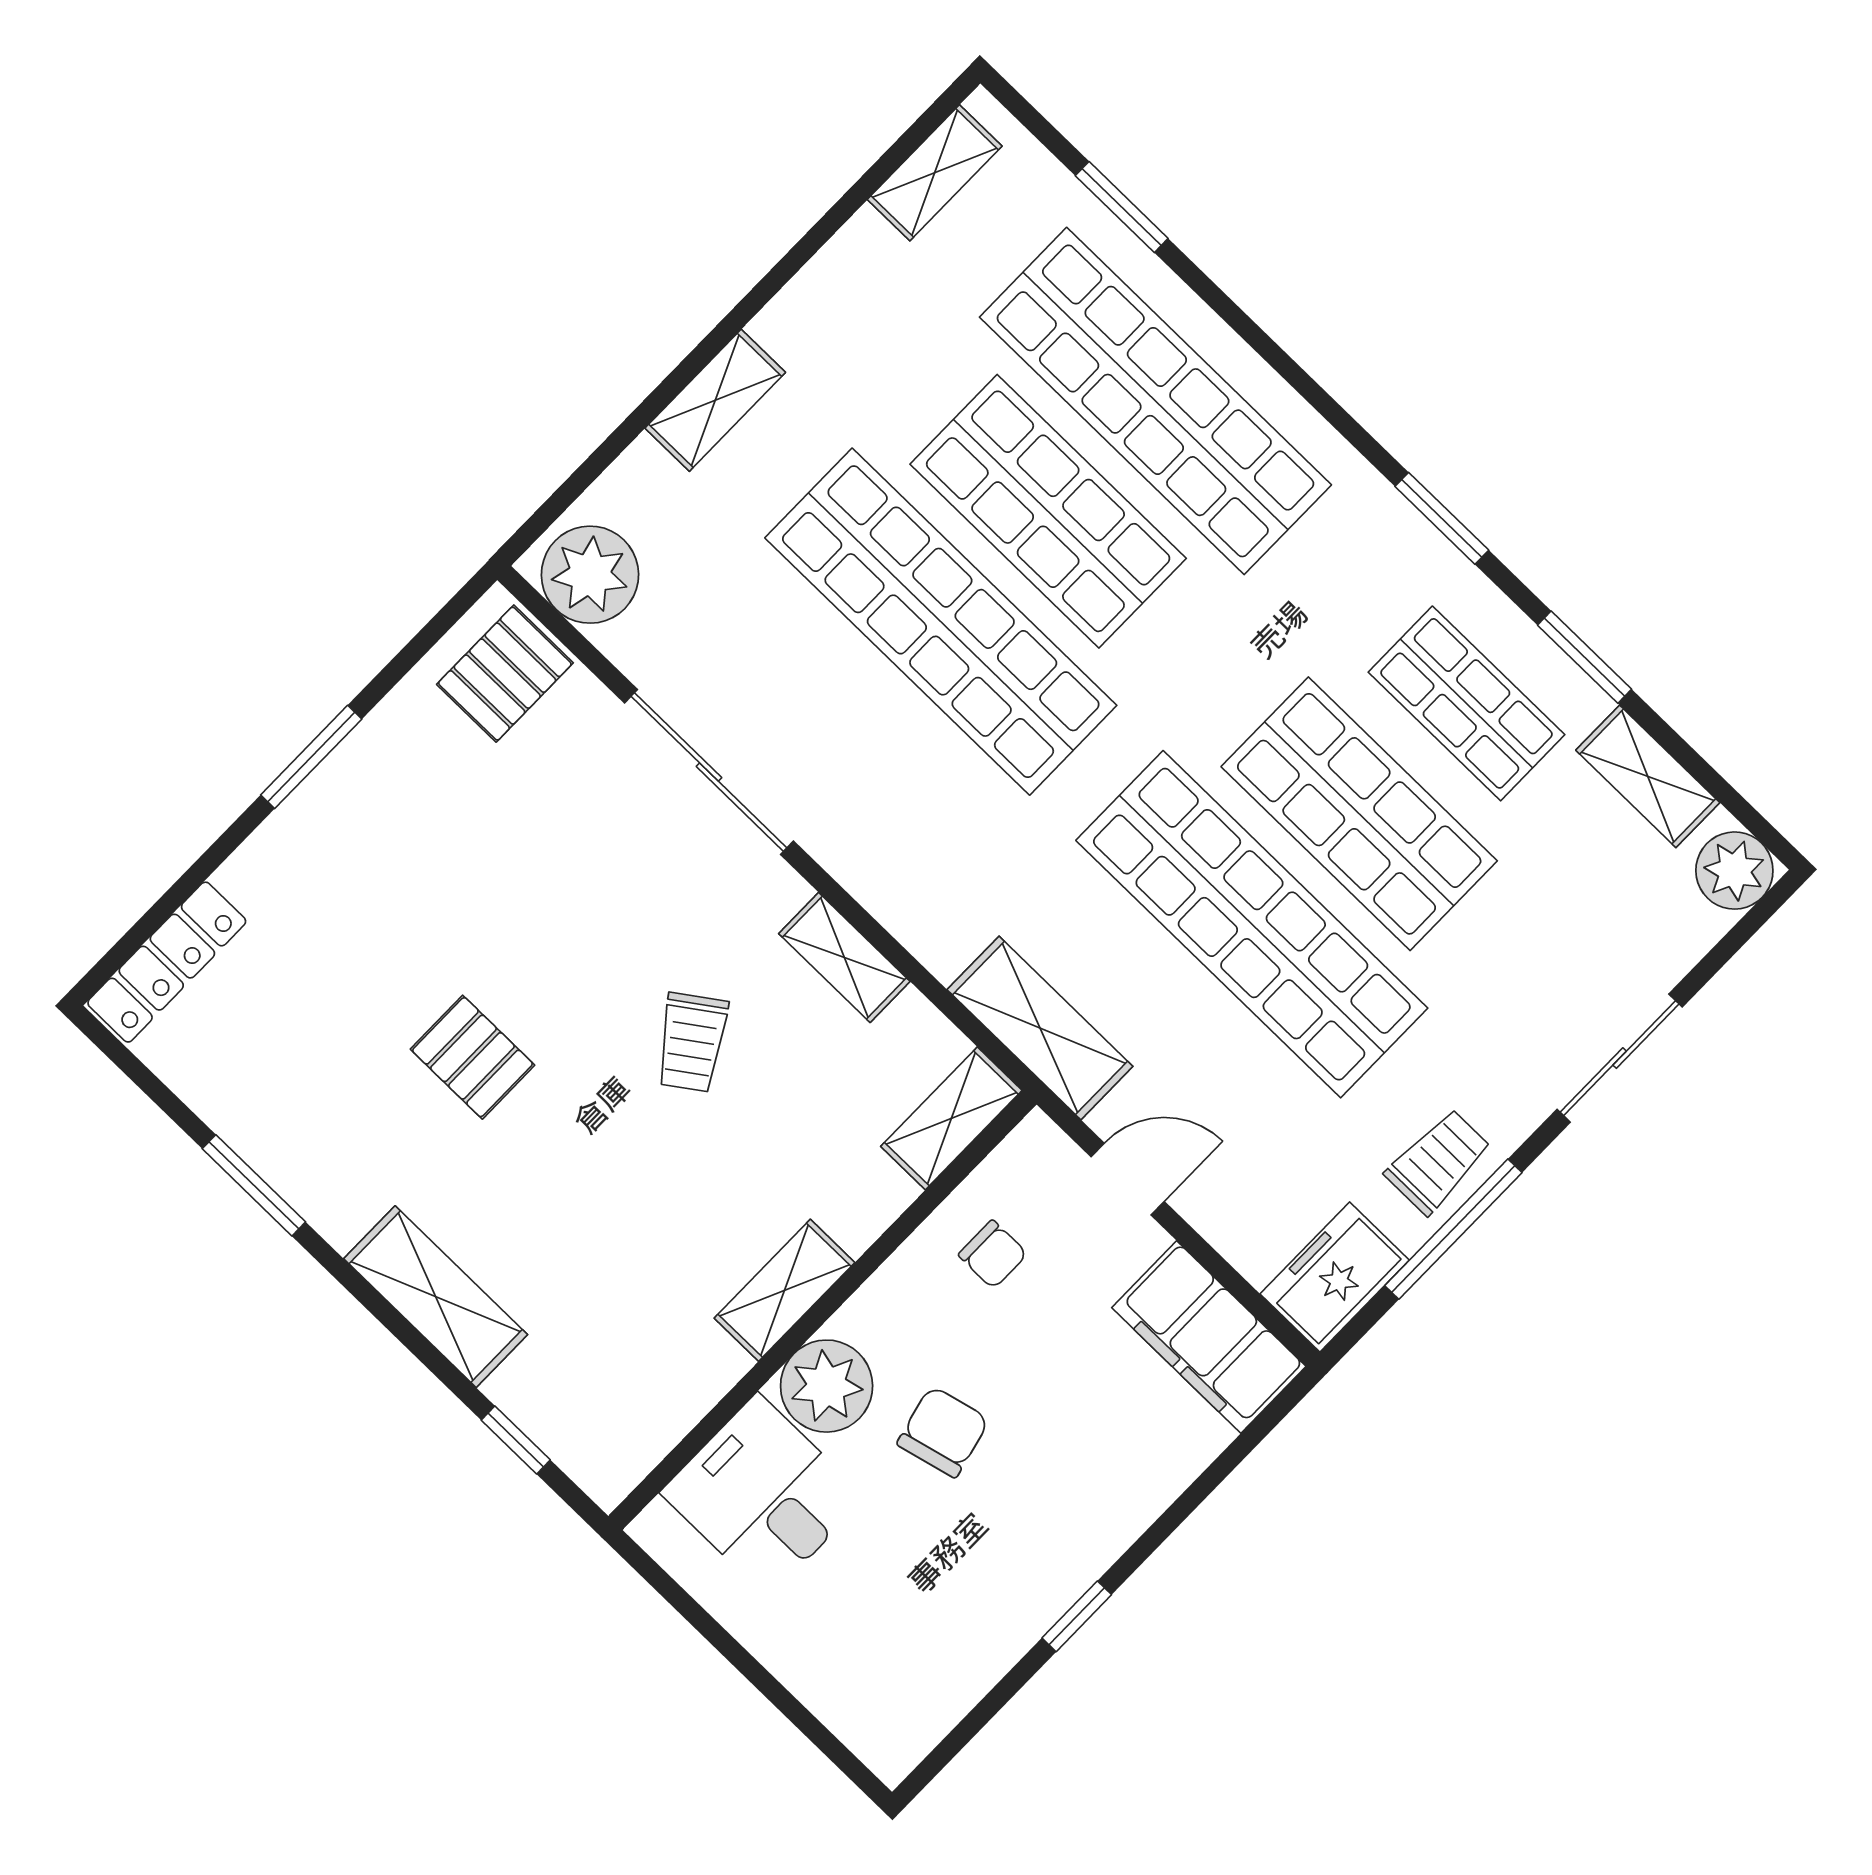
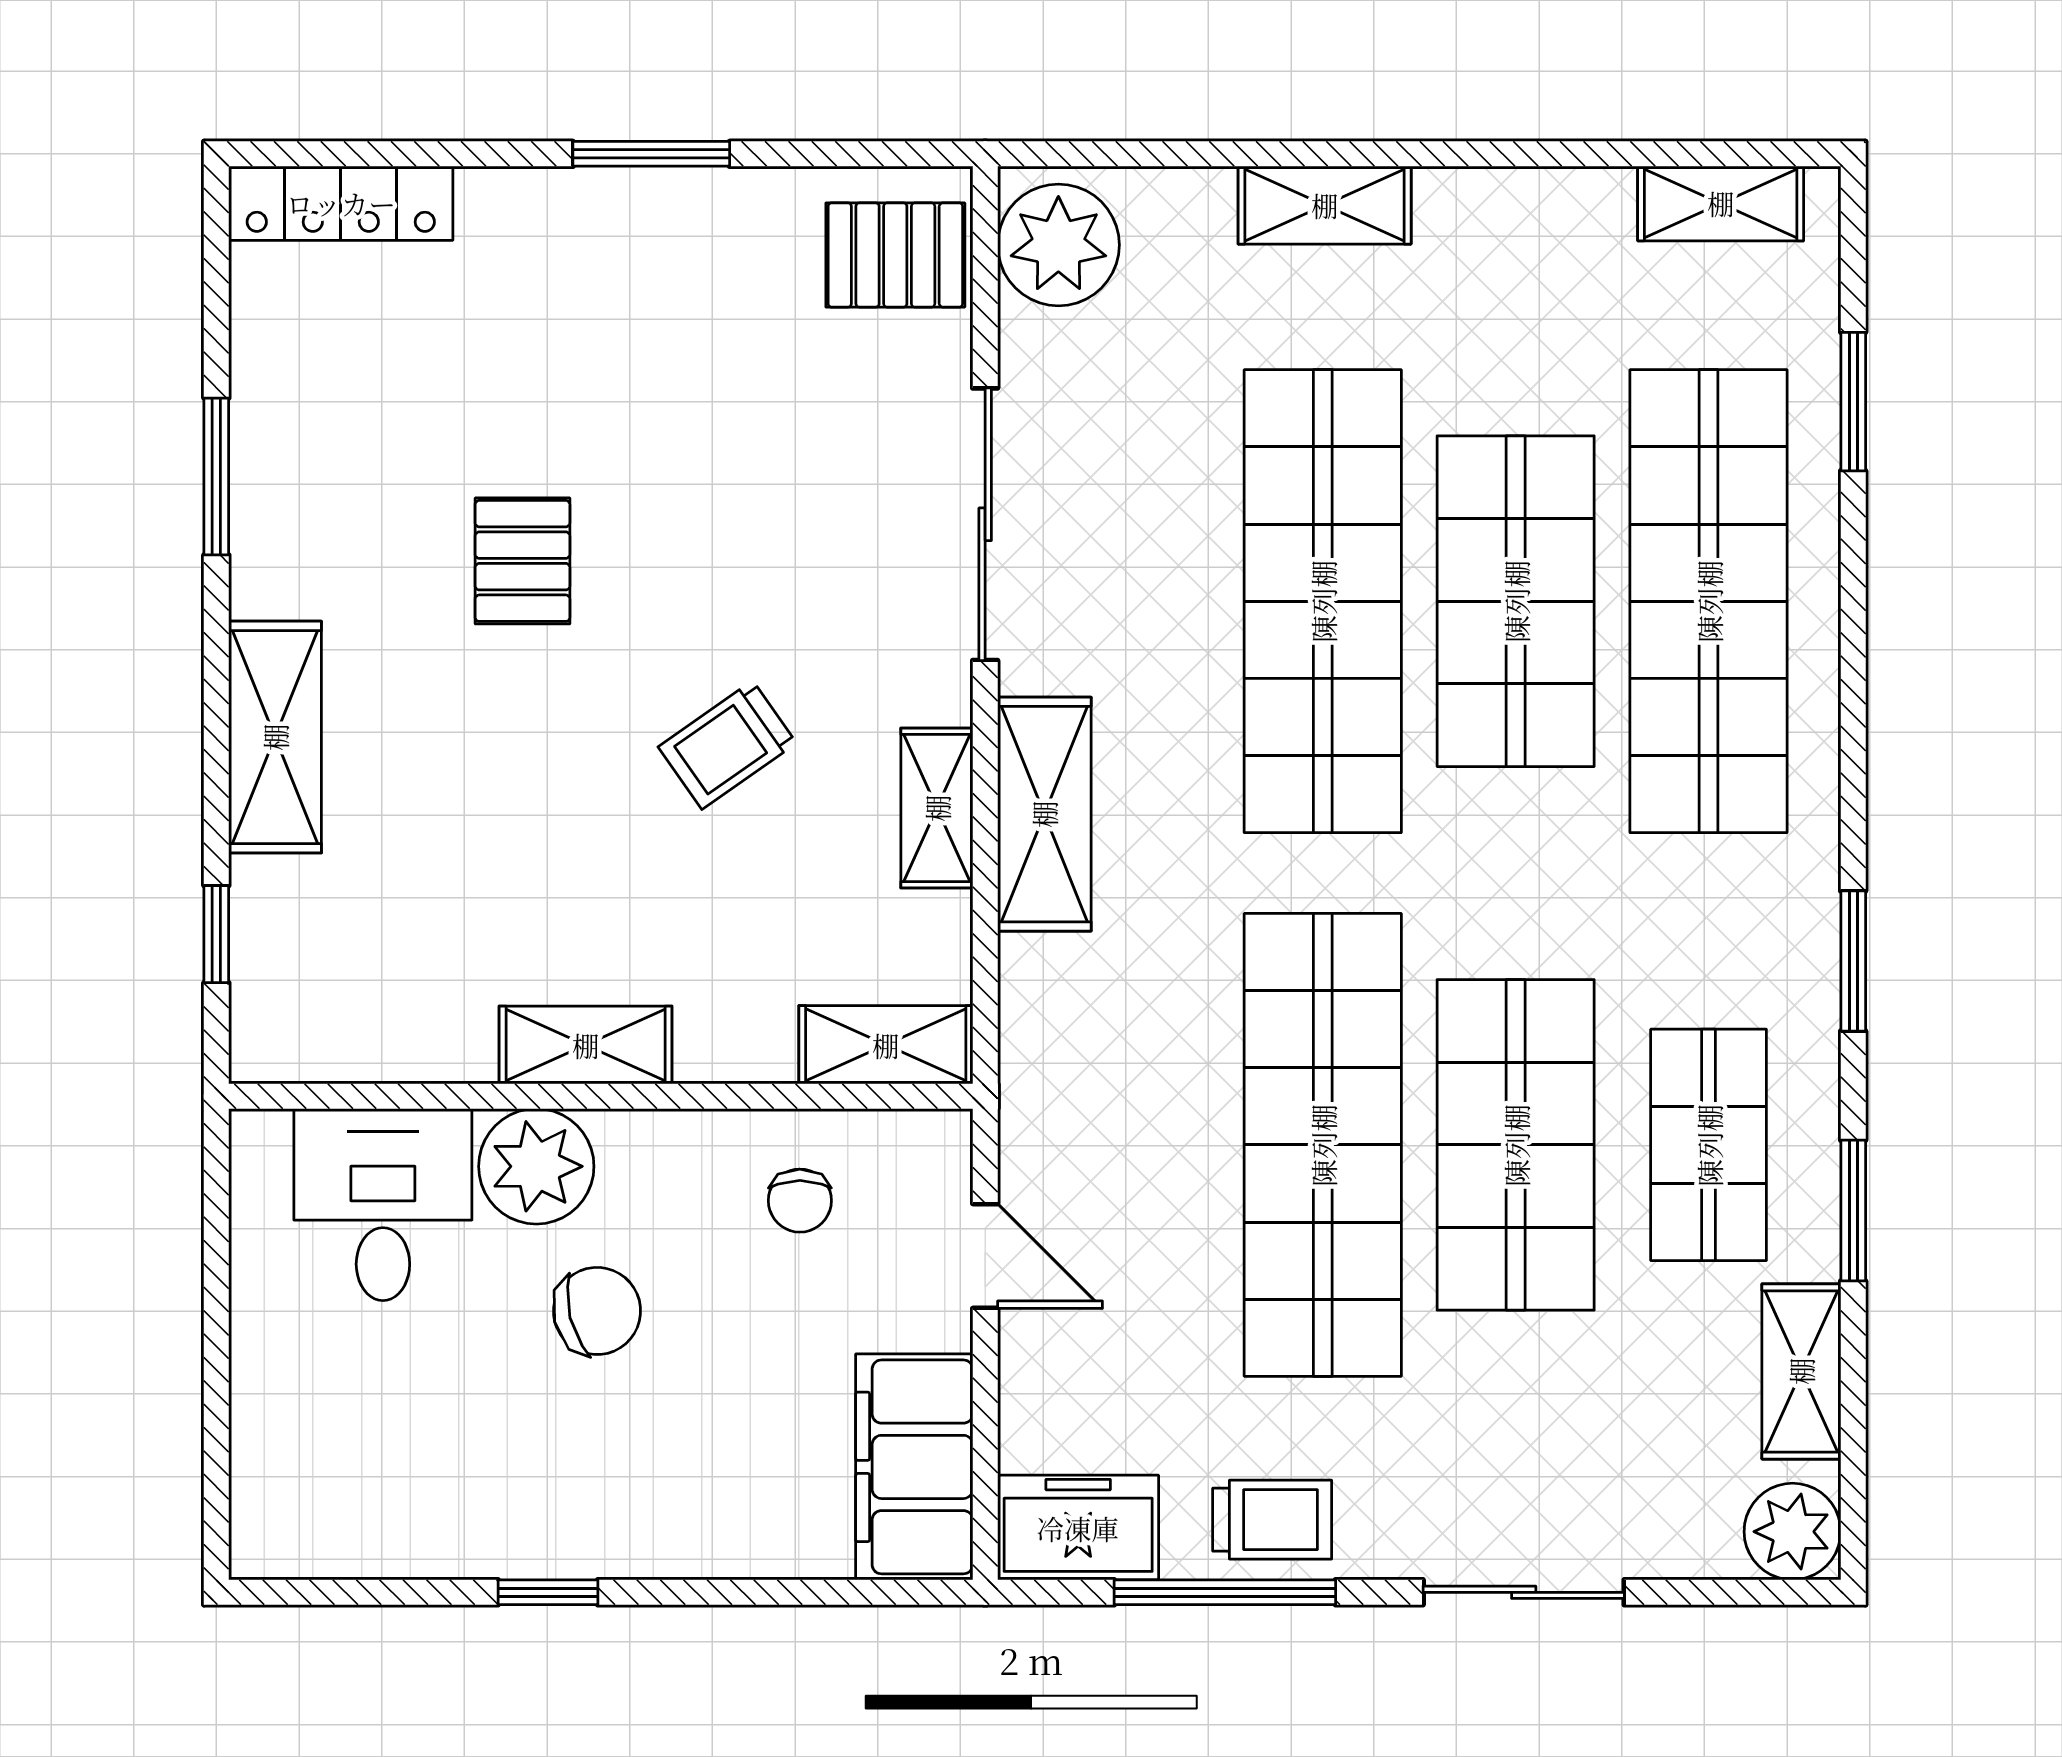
shelving: (1040, 1028) -> (1044, 814), moved

